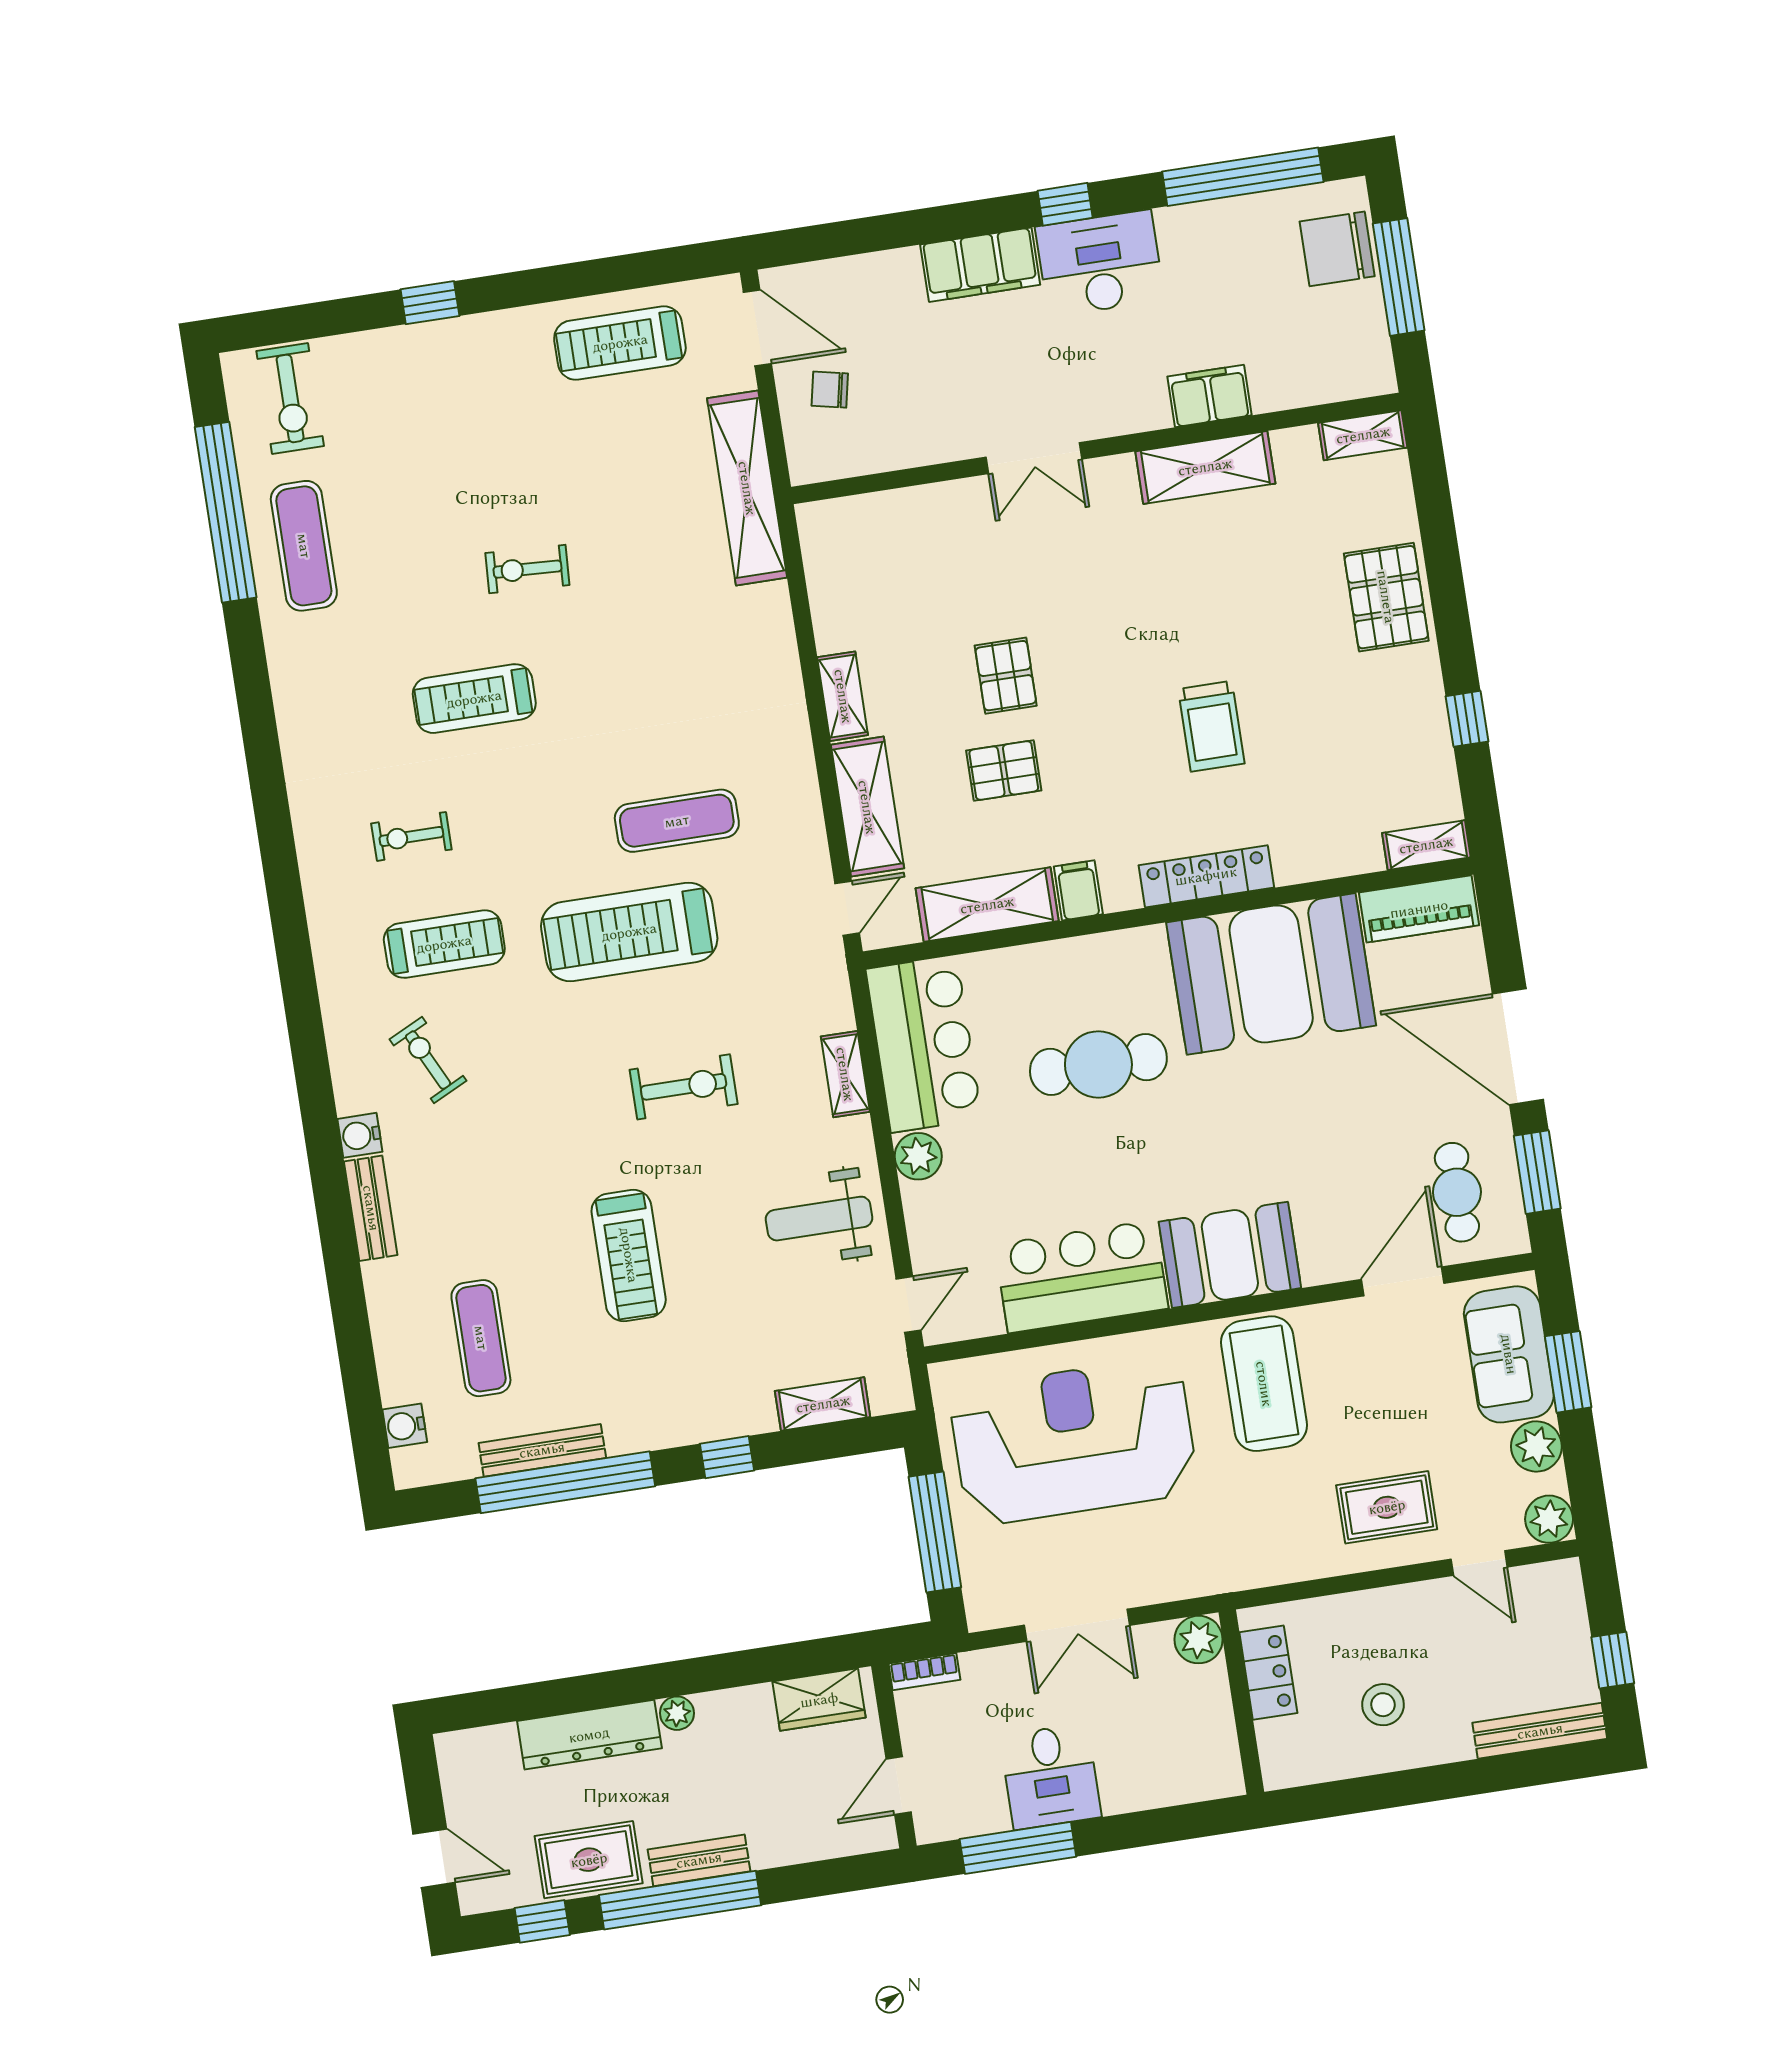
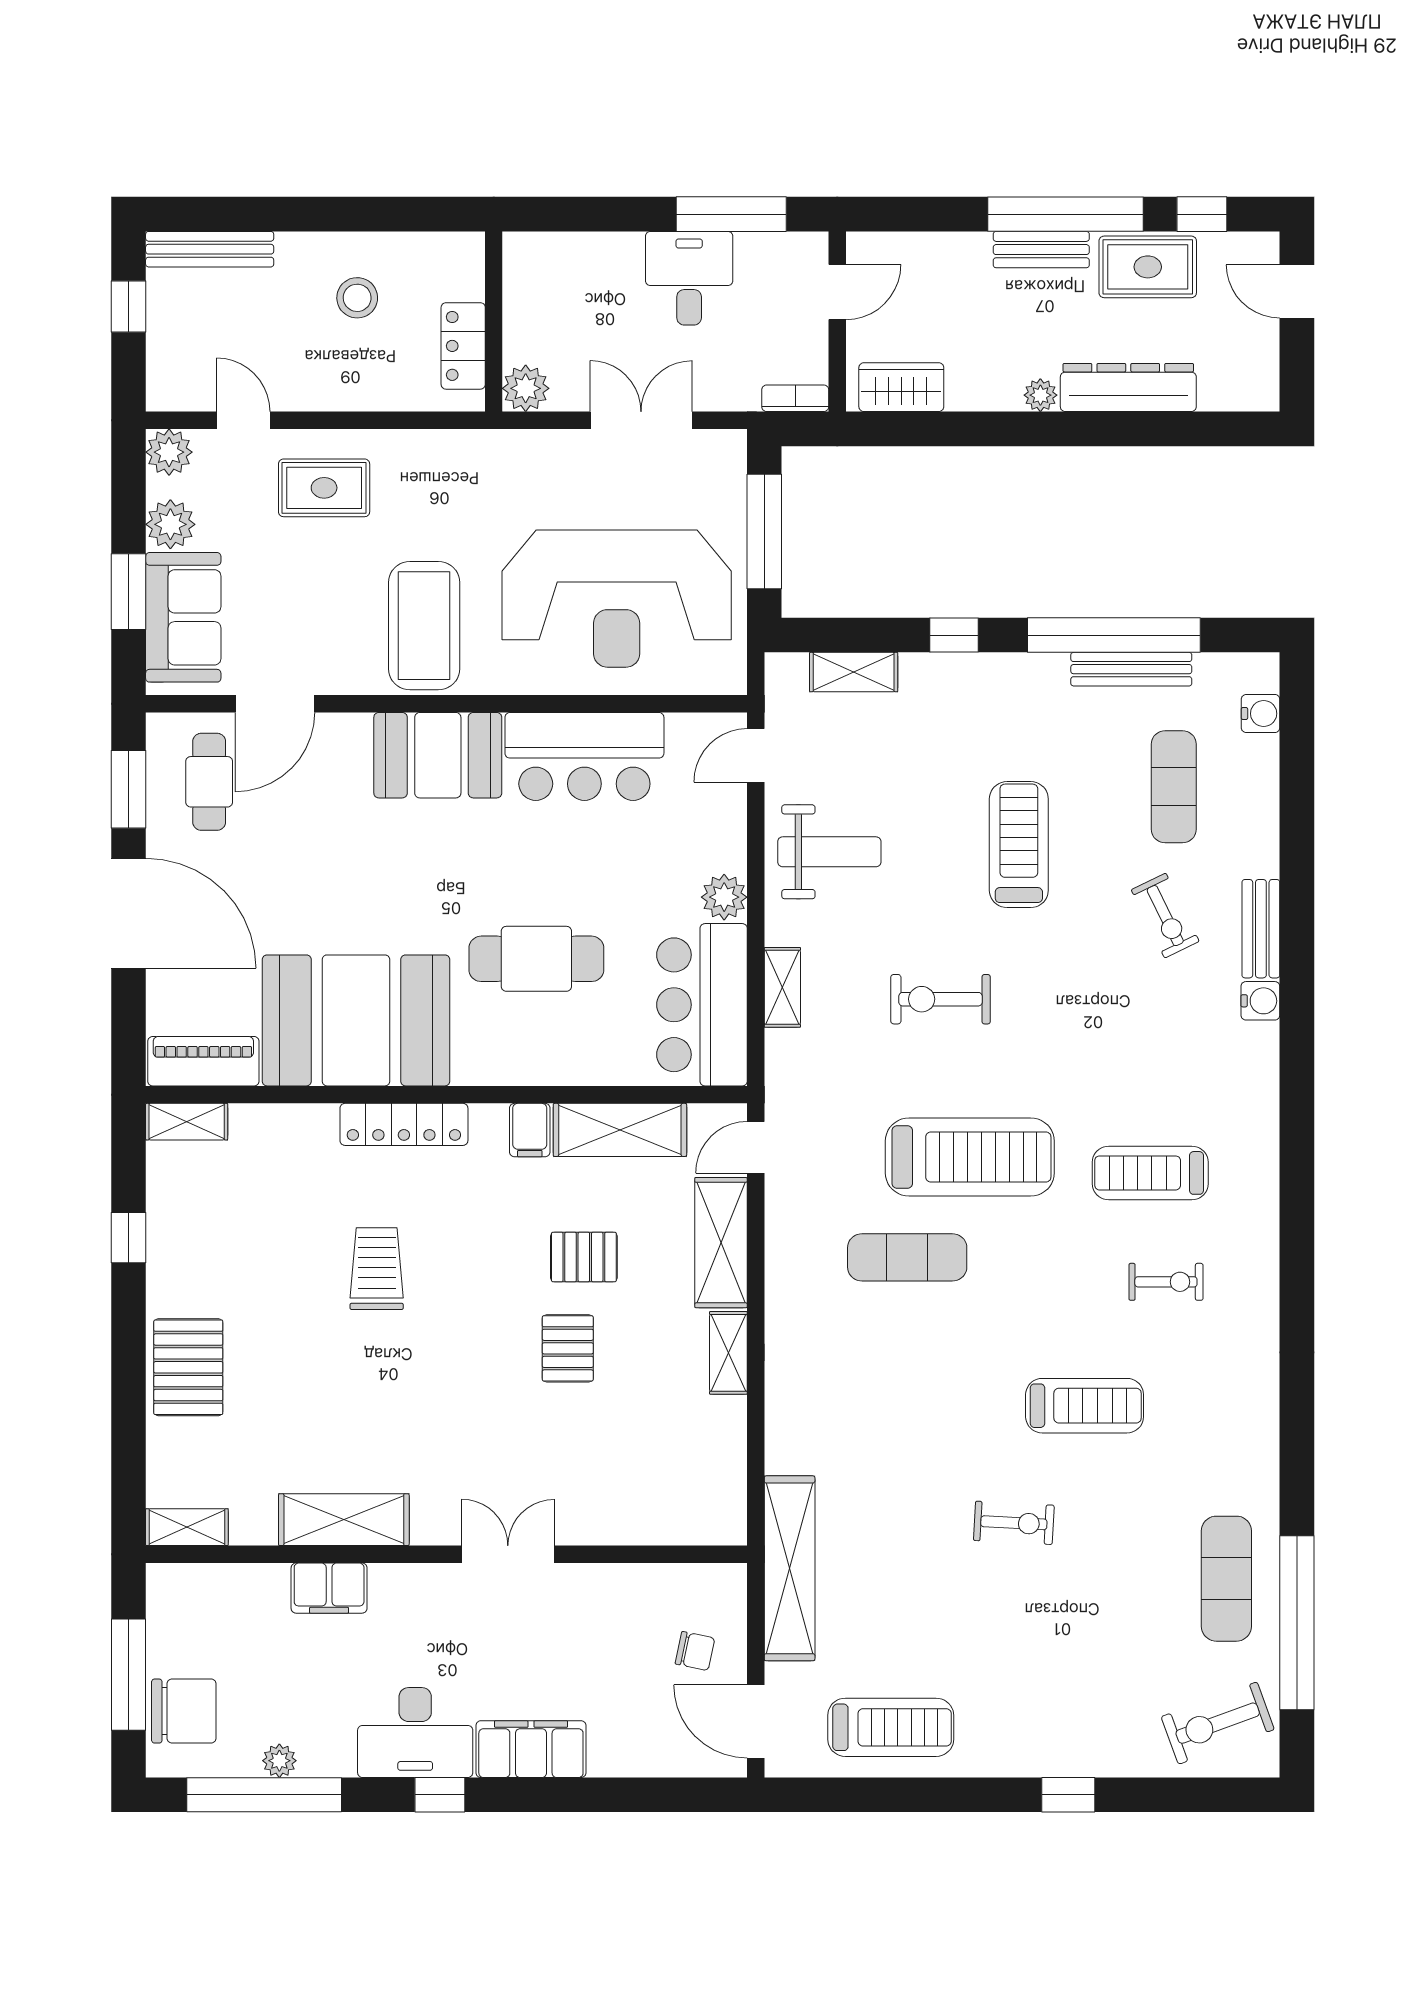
plant: (1233, 214) -> (279, 1761), added
exercise bike: (290, 398) -> (1218, 1723), turned -110
exercise bike: (428, 1060) -> (1165, 916), moved

